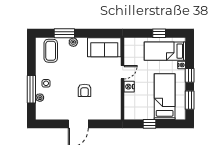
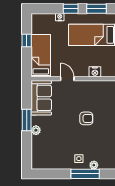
window: (64, 33) -> (27, 120), moved
coffee table: (51, 51) -> (45, 154), removed
bed: (165, 51) -> (41, 56), moved, turned 180
nightstand: (129, 87) -> (95, 72), moved

